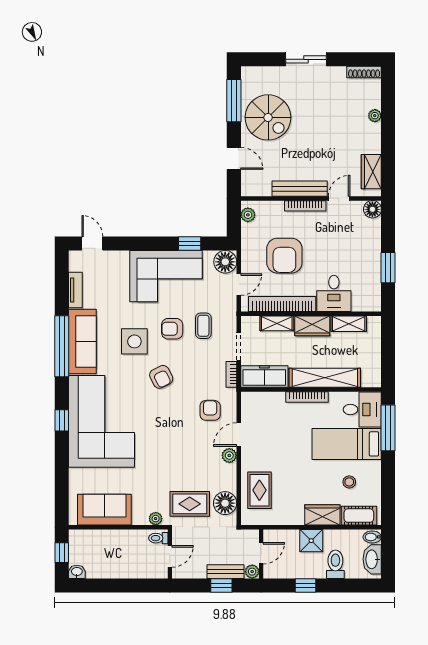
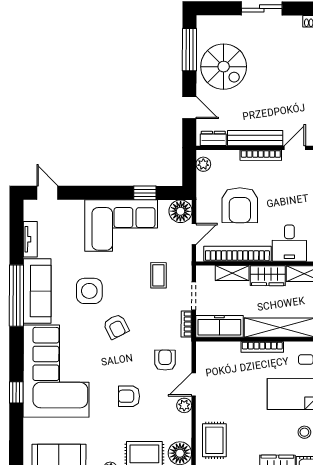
dresser: (258, 189) -> (213, 138), added
armchair: (172, 329) -> (129, 396), moved
window: (62, 420) -> (16, 392), moved

